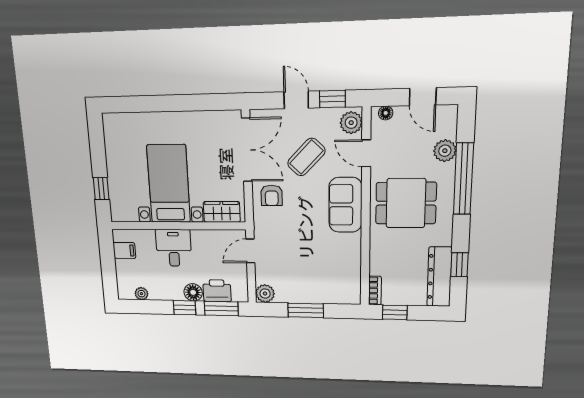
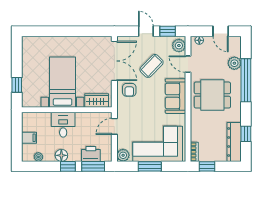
filing cabinet: (124, 250) -> (29, 138), moved
corner sofa: (317, 278) -> (158, 144), added
floor lamp: (193, 292) -> (61, 155), moved

